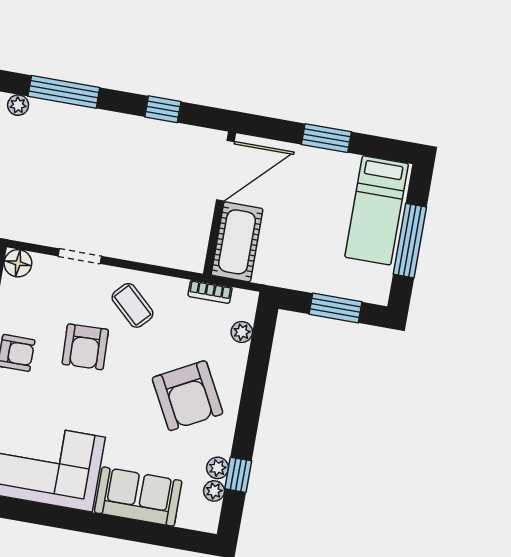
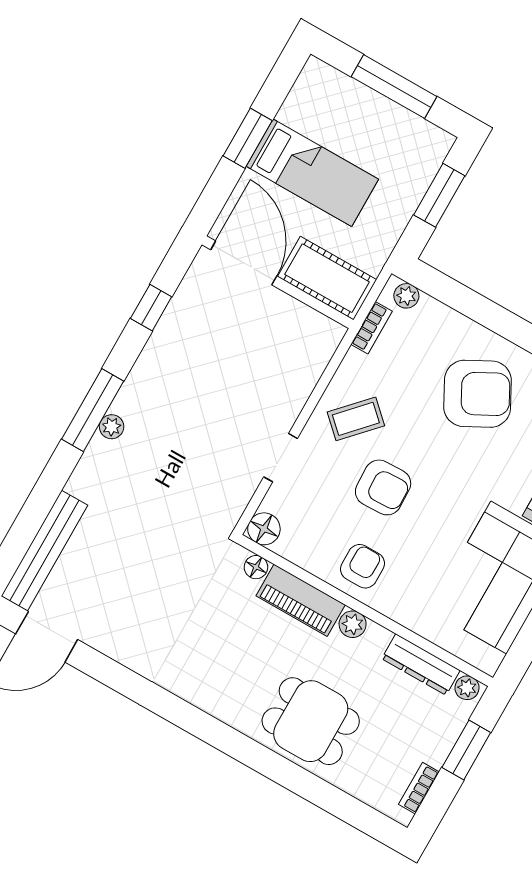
plant: (18, 105) -> (112, 427), moved
bed: (377, 210) -> (312, 173), moved
plant: (242, 332) -> (406, 296), moved

